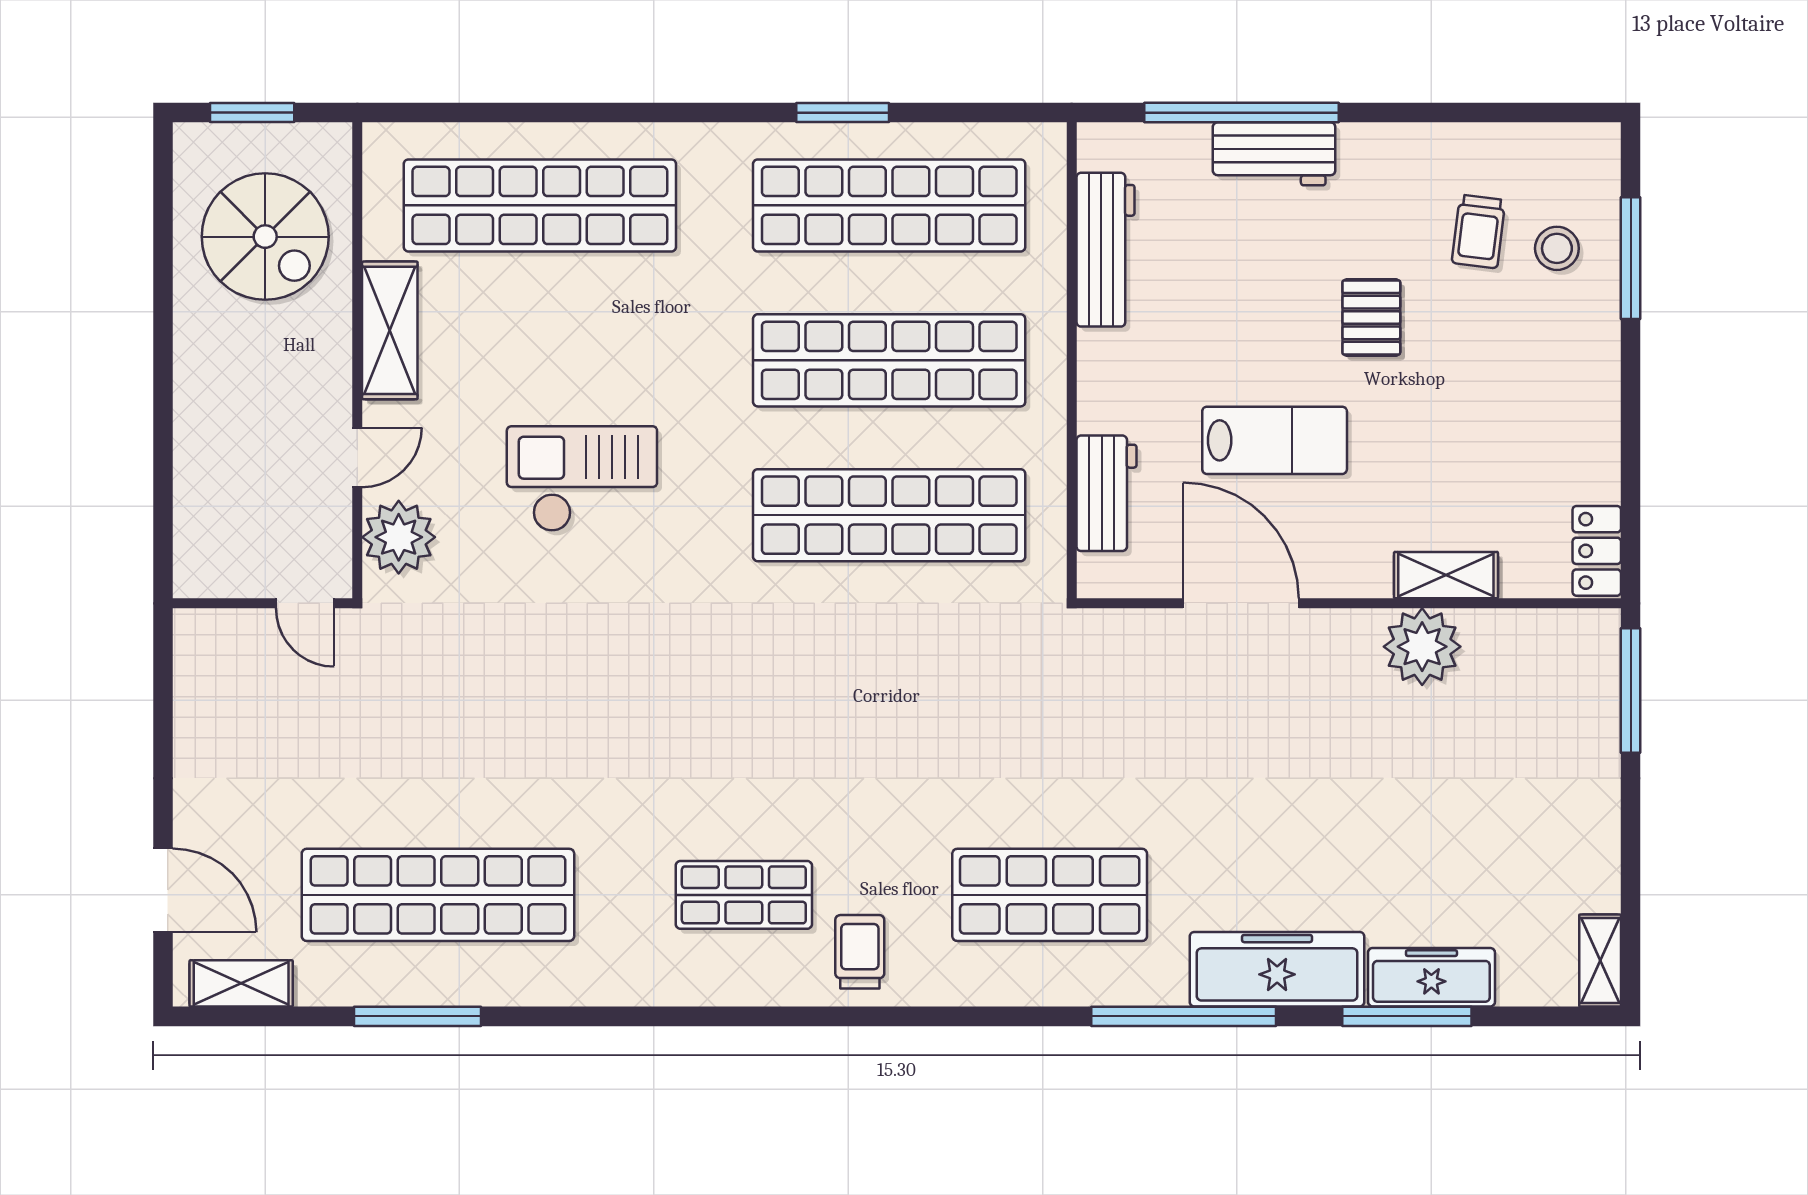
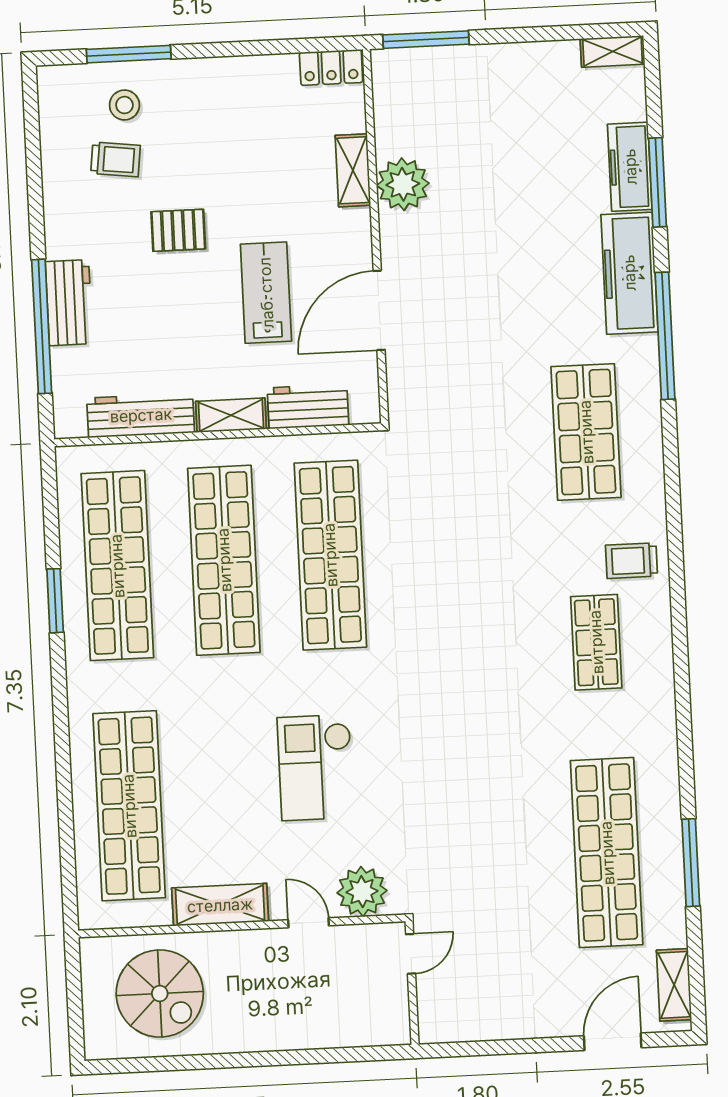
window: (252, 113) -> (75, 1007), removed
spiral stairs: (265, 237) -> (160, 993), turned 90
shelving: (1099, 381) -> (231, 415), added

